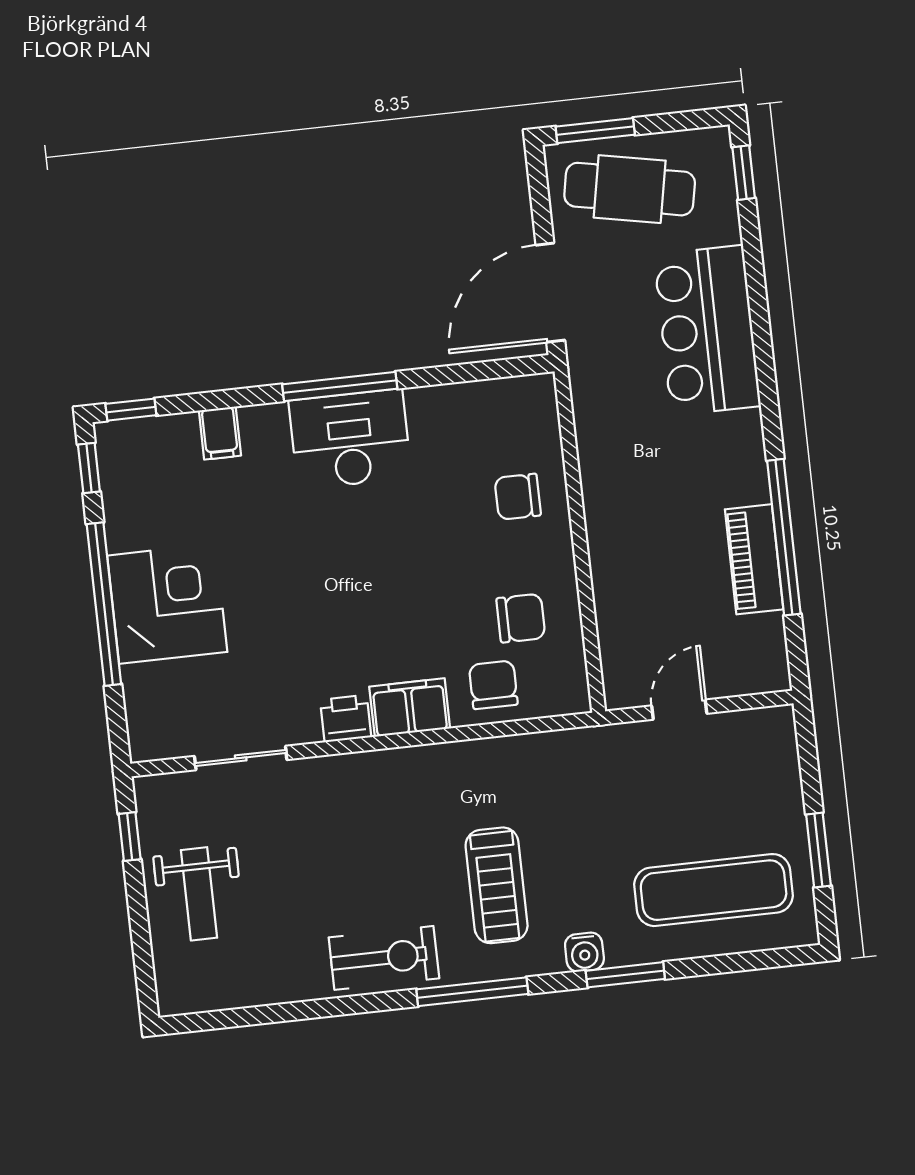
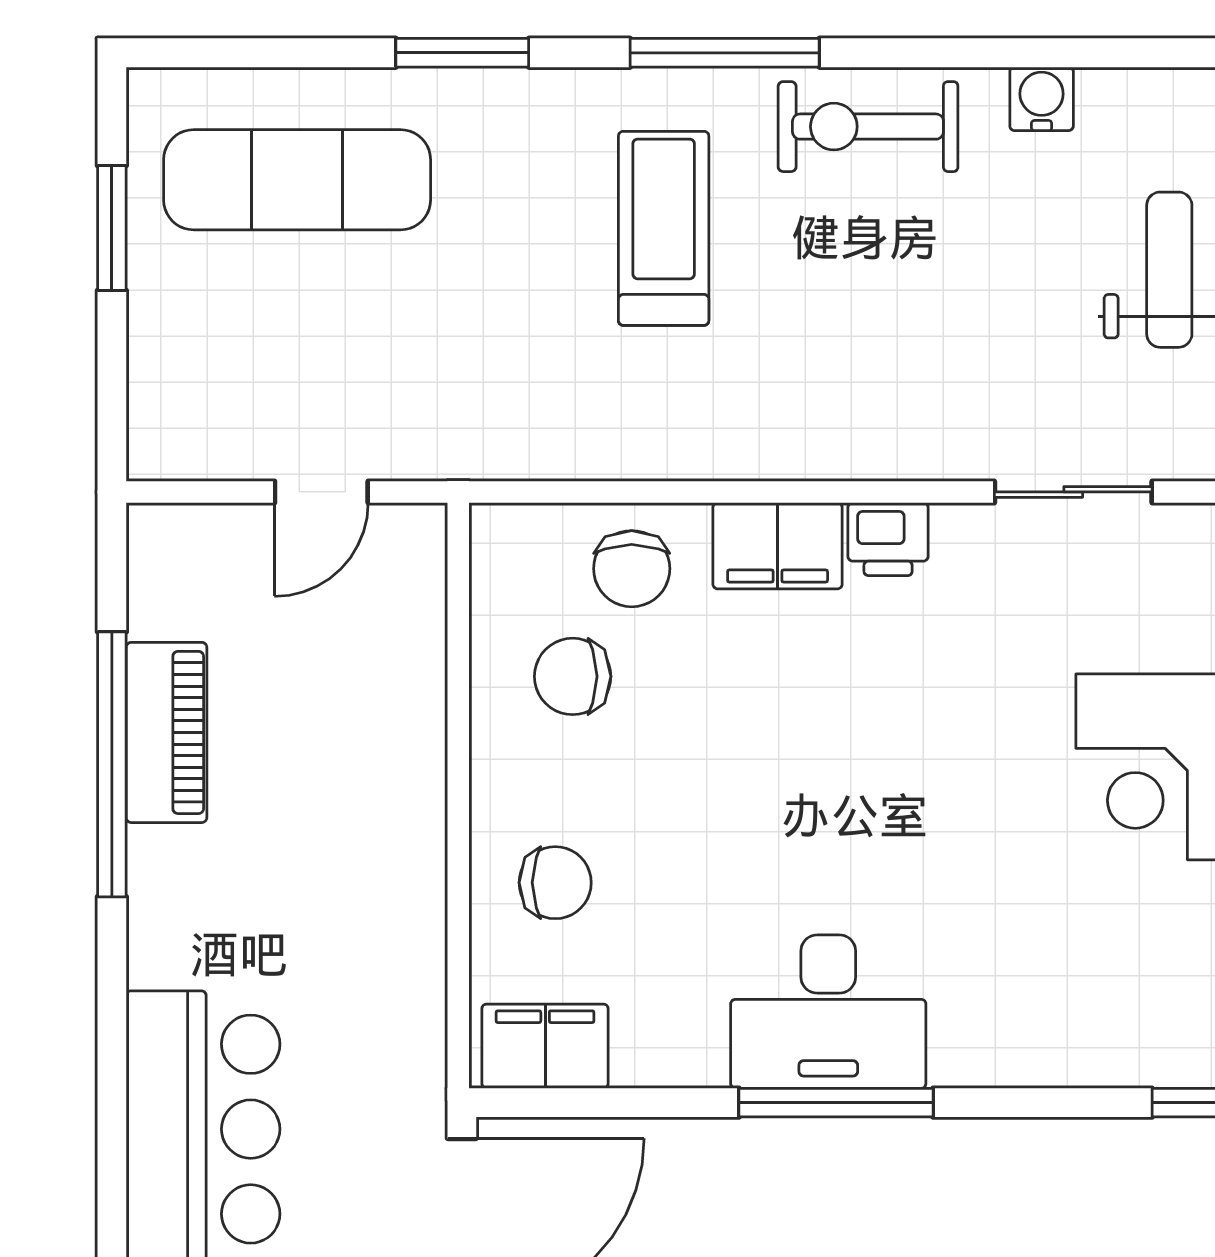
filing cabinet: (220, 433) -> (545, 1046), moved, width x2.00
water cooler: (584, 952) -> (1042, 99), moved

